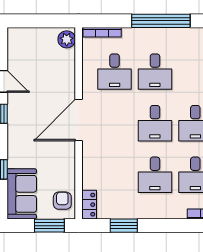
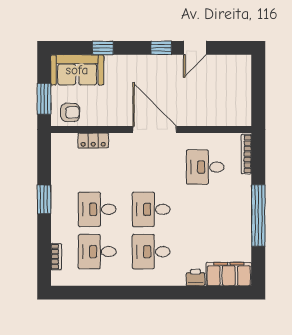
plant: (67, 39) -> (239, 117), removed
desk: (155, 72) -> (205, 209), removed
locker: (89, 205) -> (93, 140), moved
window: (124, 226) -> (44, 199), moved

